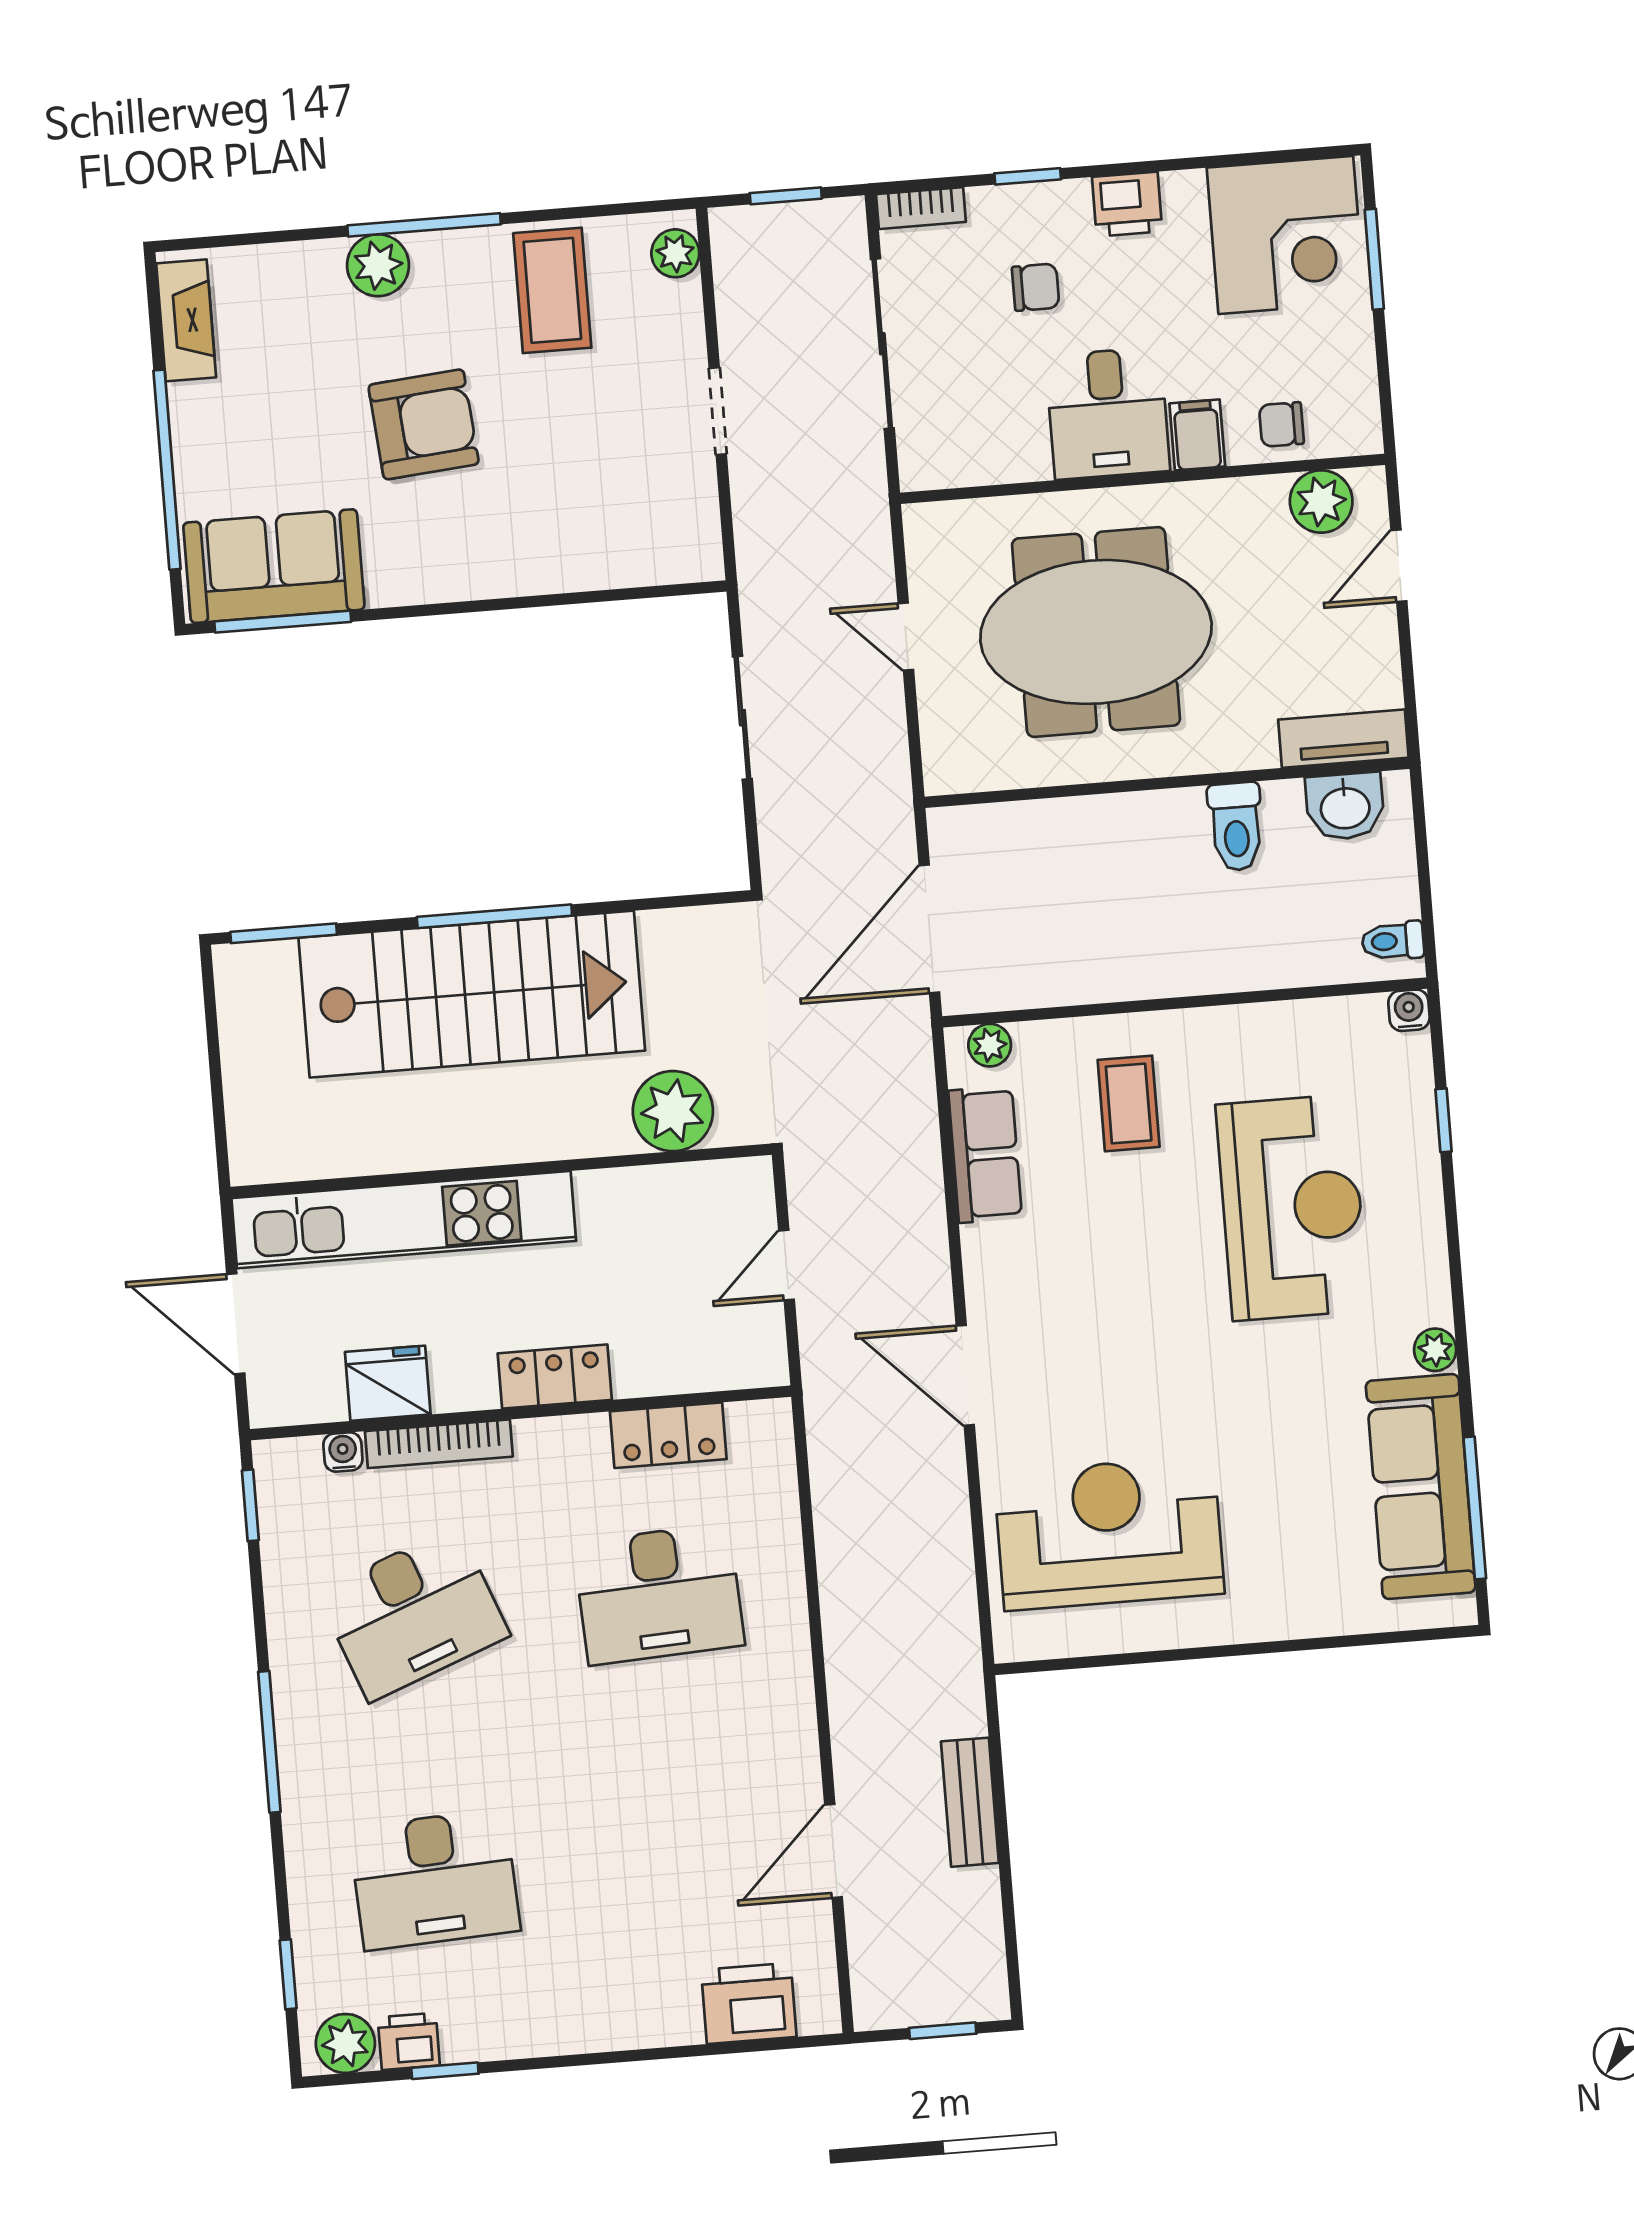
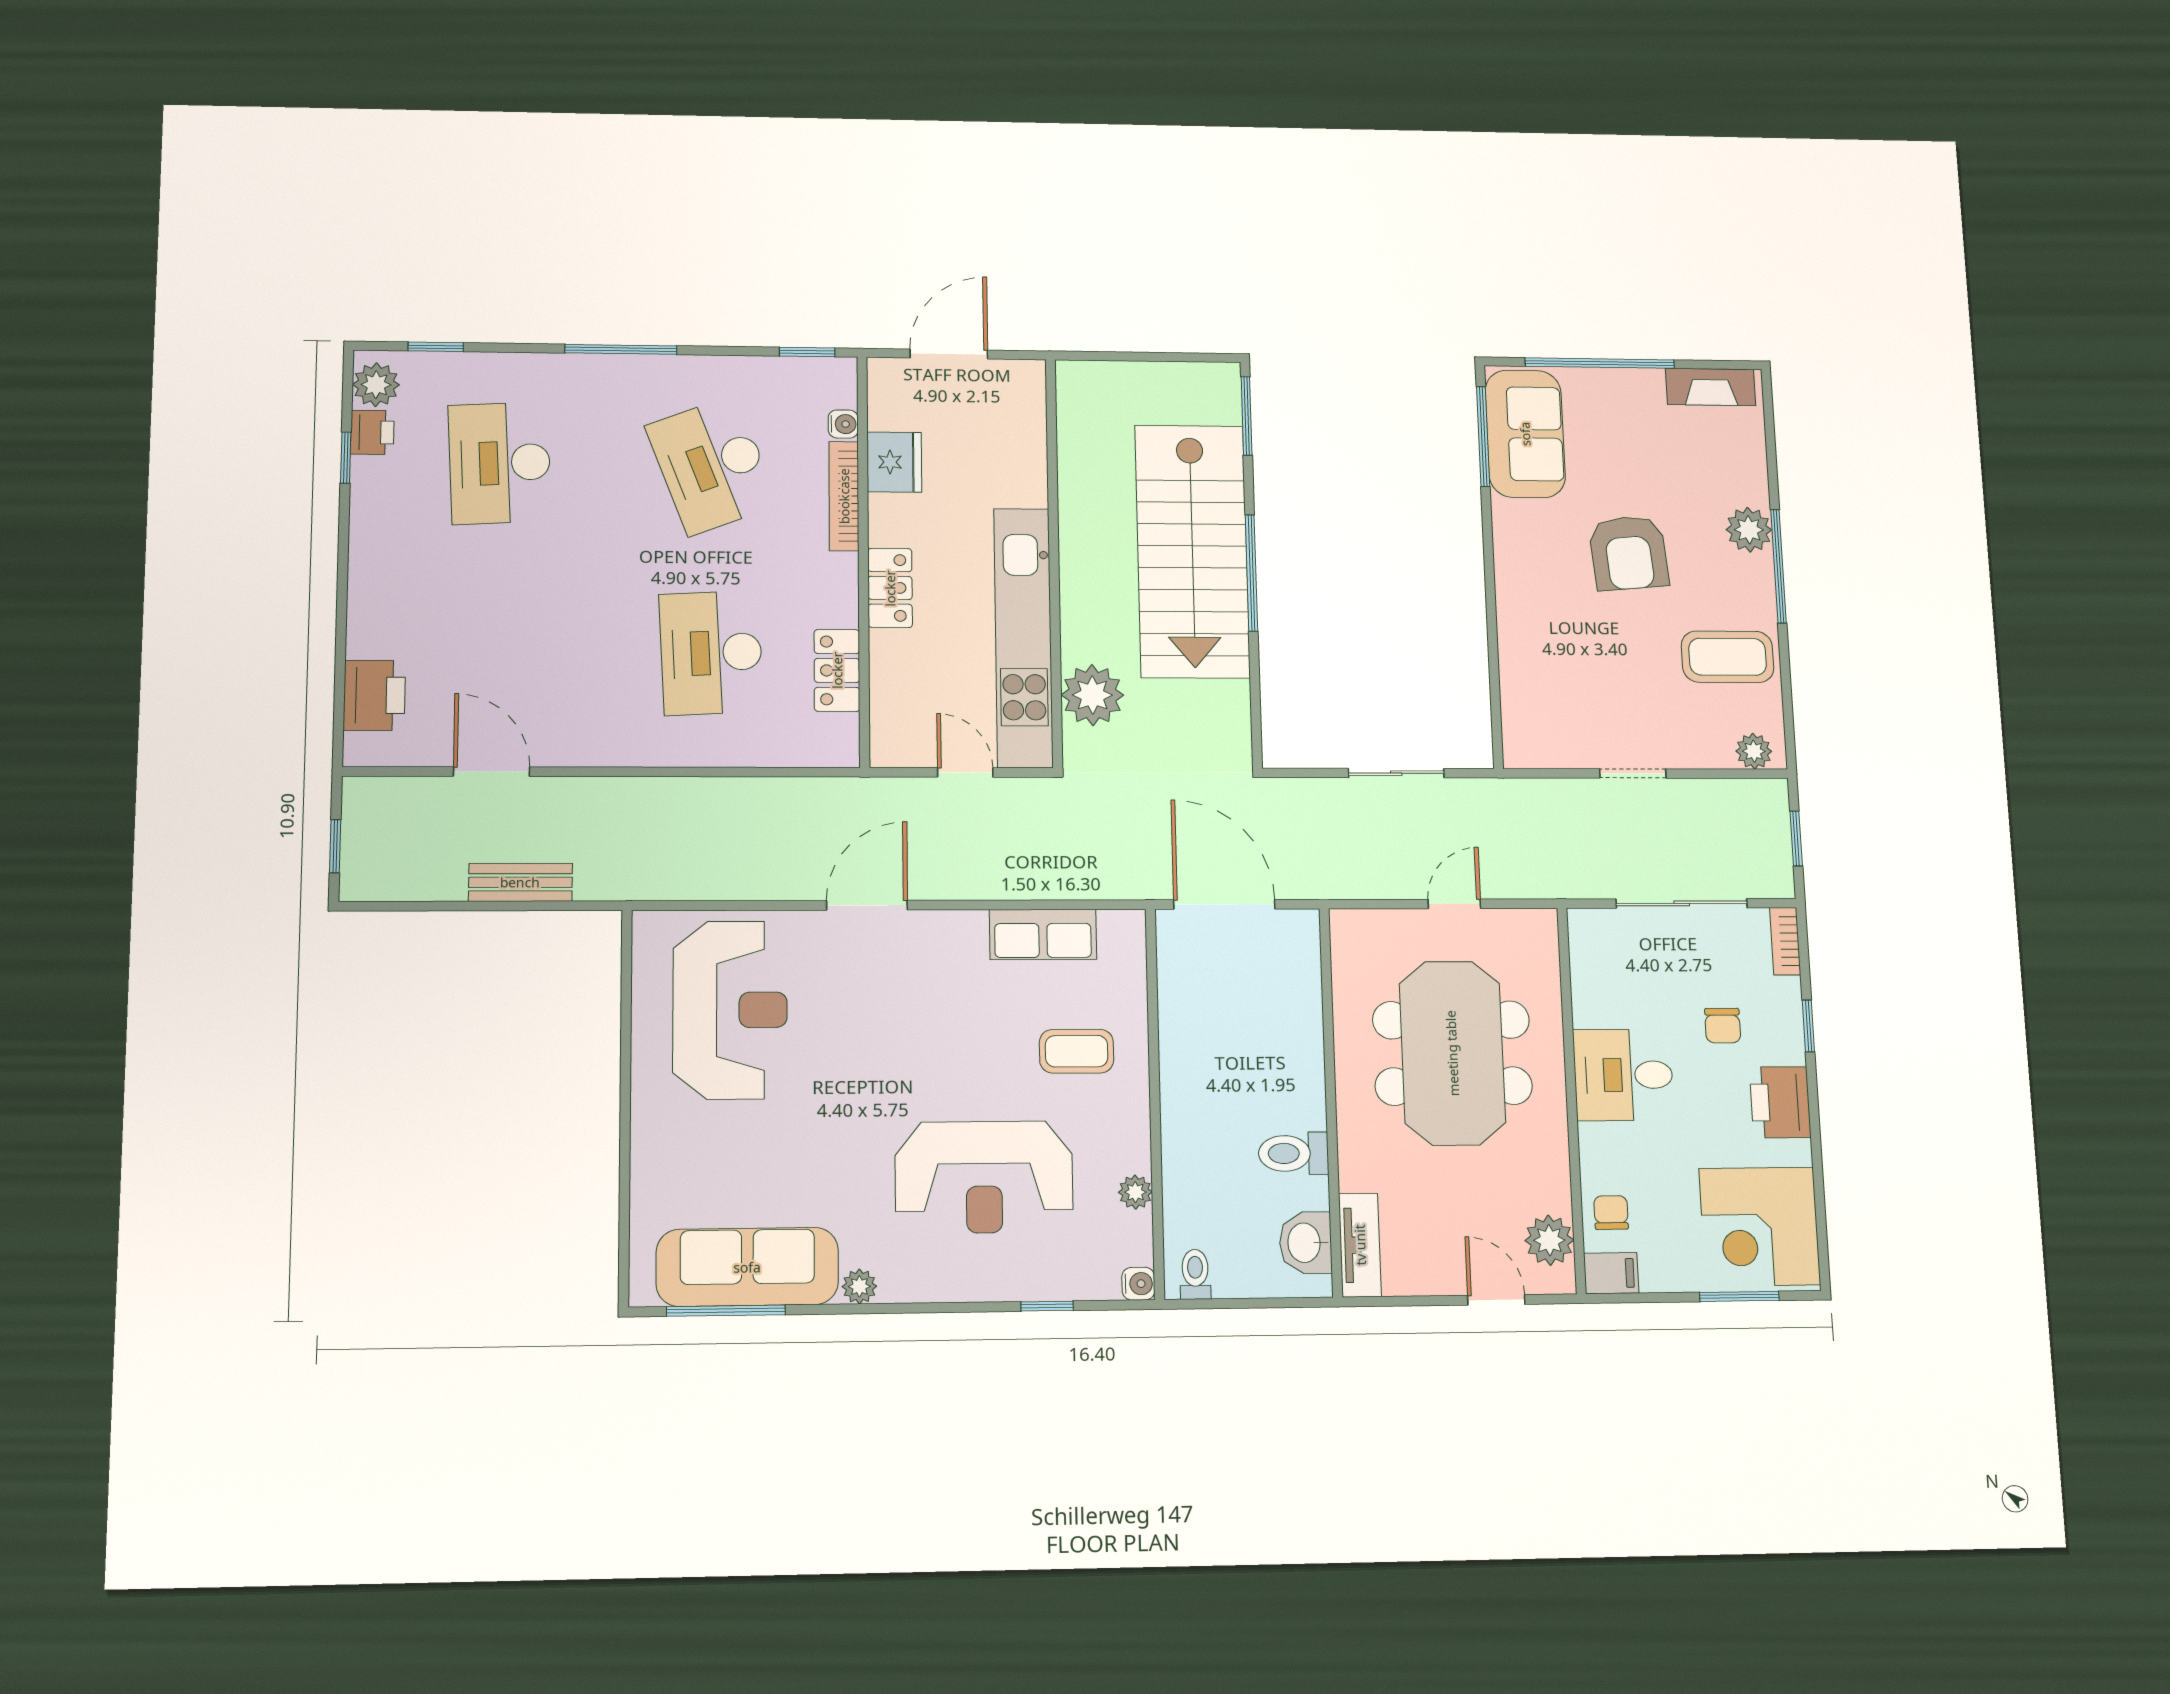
printer: (1127, 204) -> (1780, 1102), width x1.36, depth x1.24
filing cabinet: (1197, 435) -> (1611, 1273), moved
plant: (990, 1045) -> (1135, 1192), moved
kitchen unit: (404, 1220) -> (1023, 637), moved

